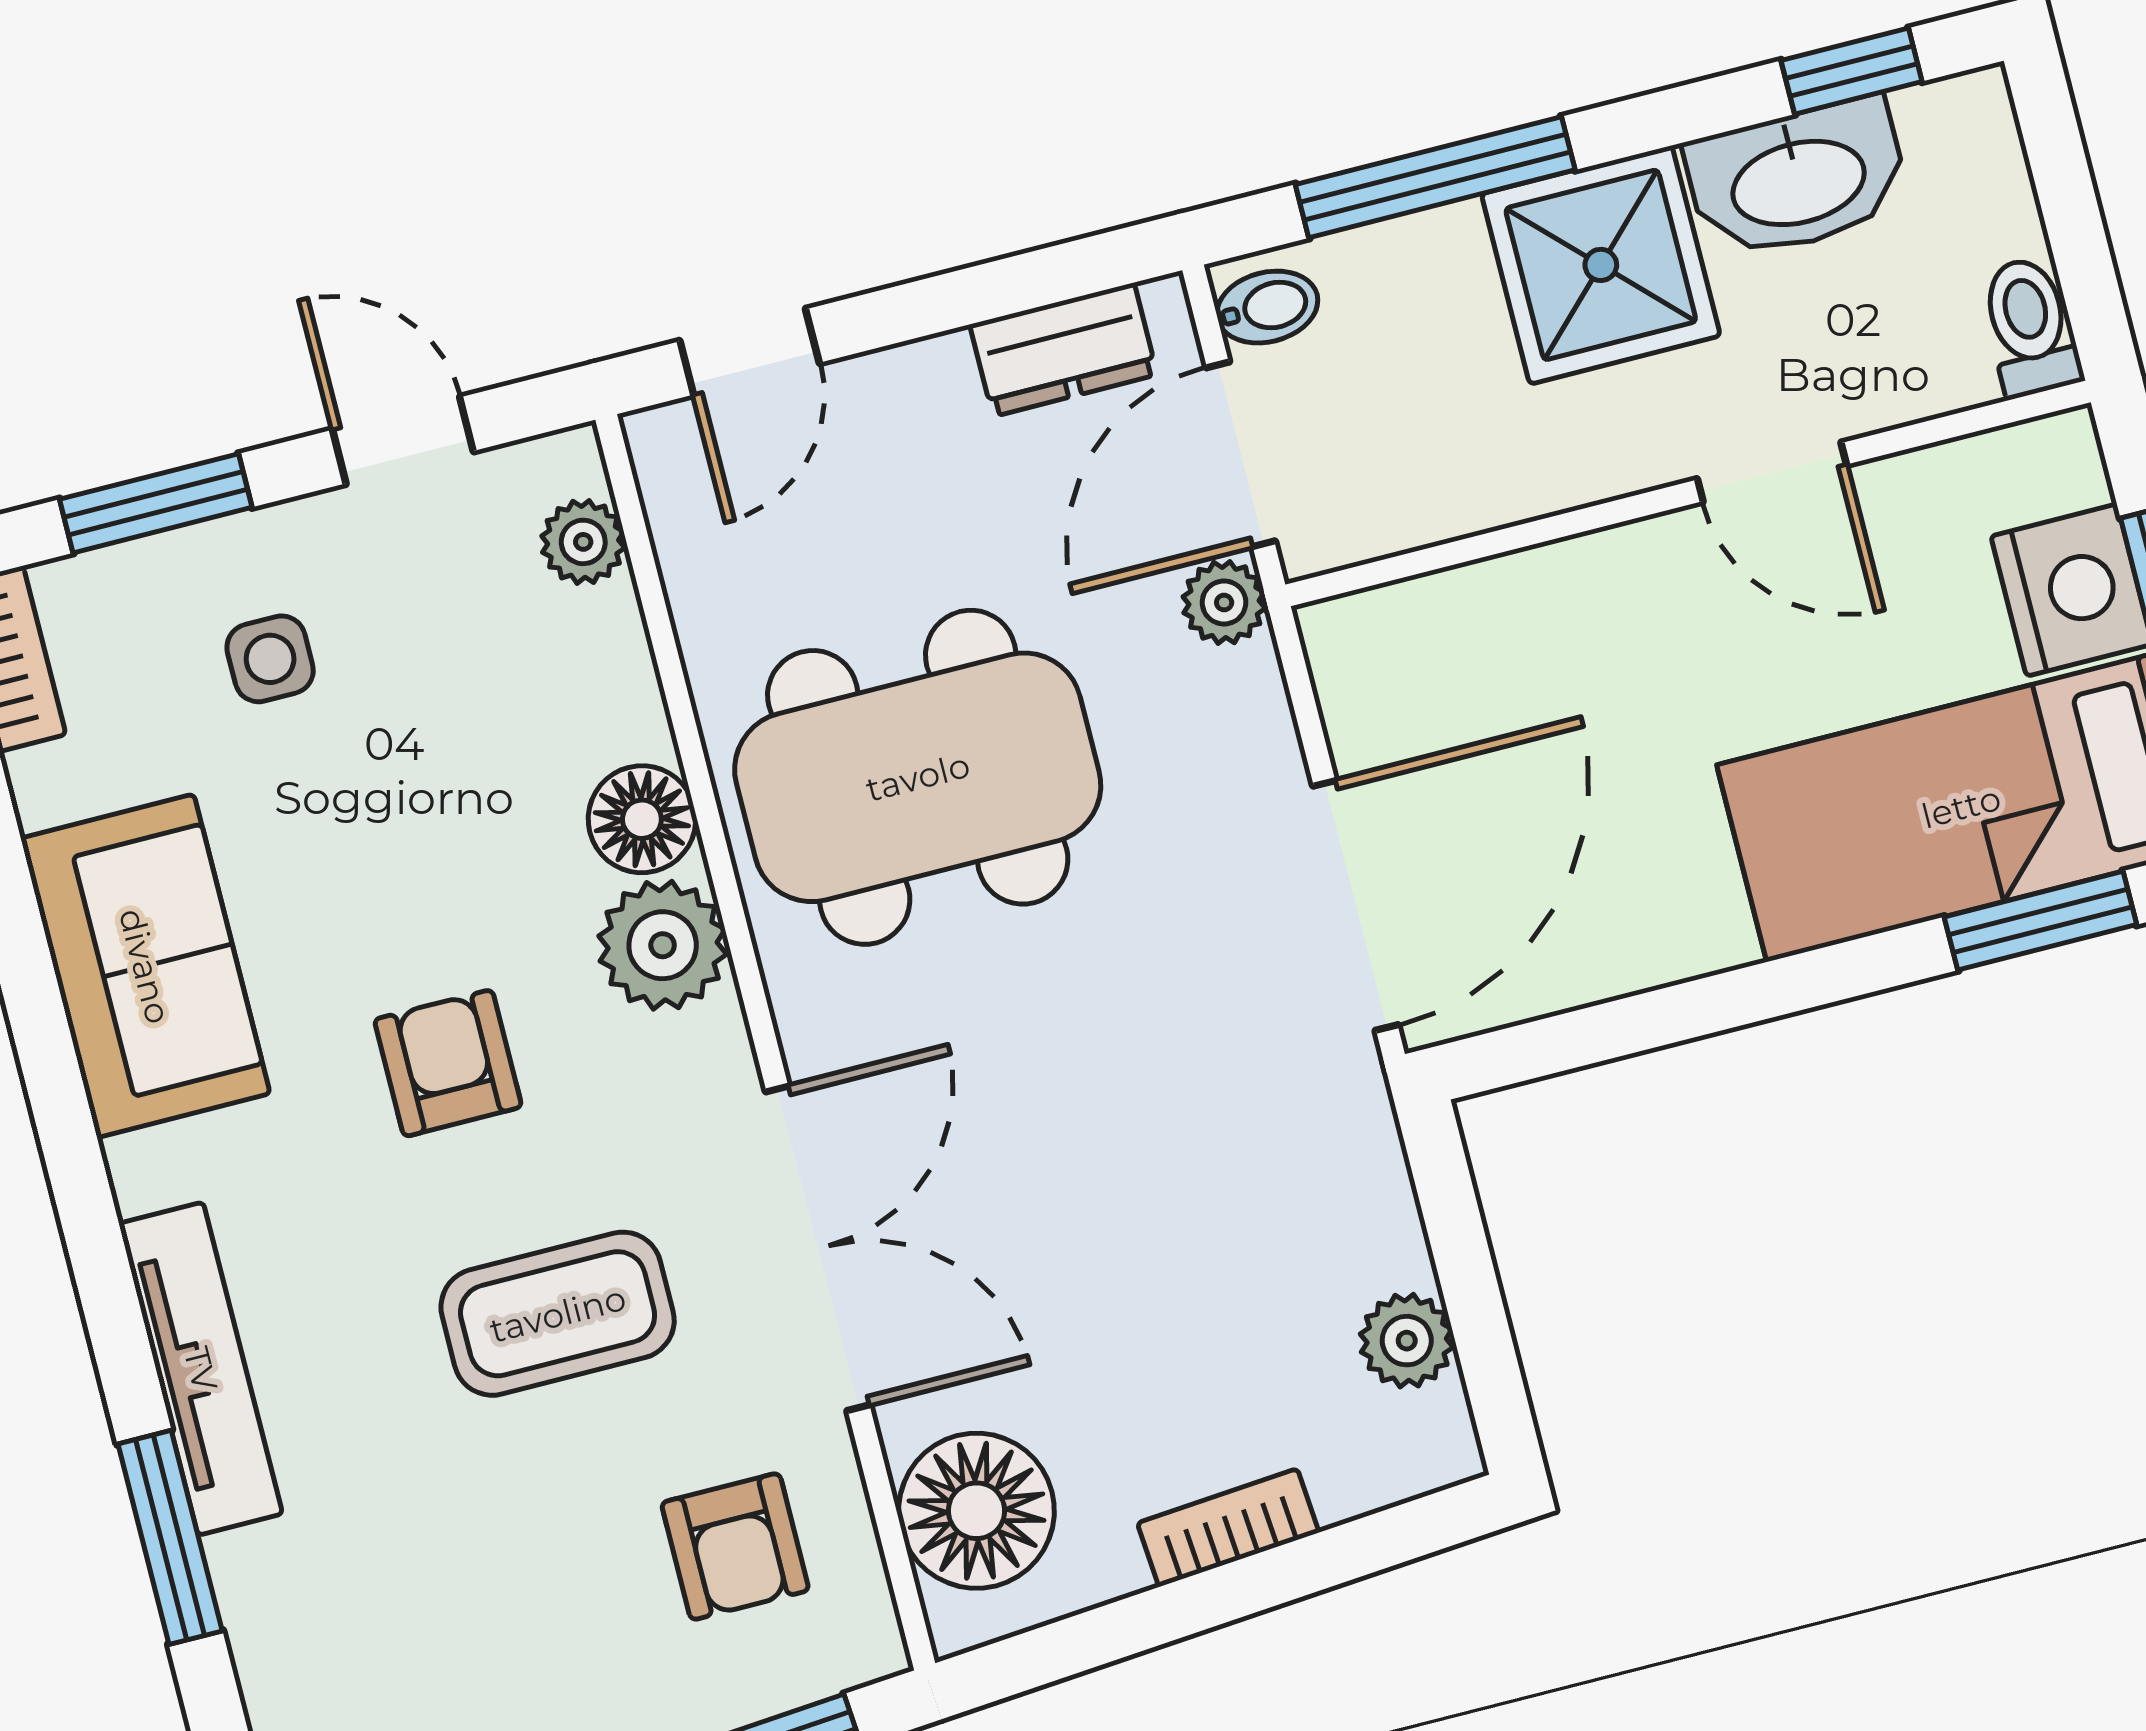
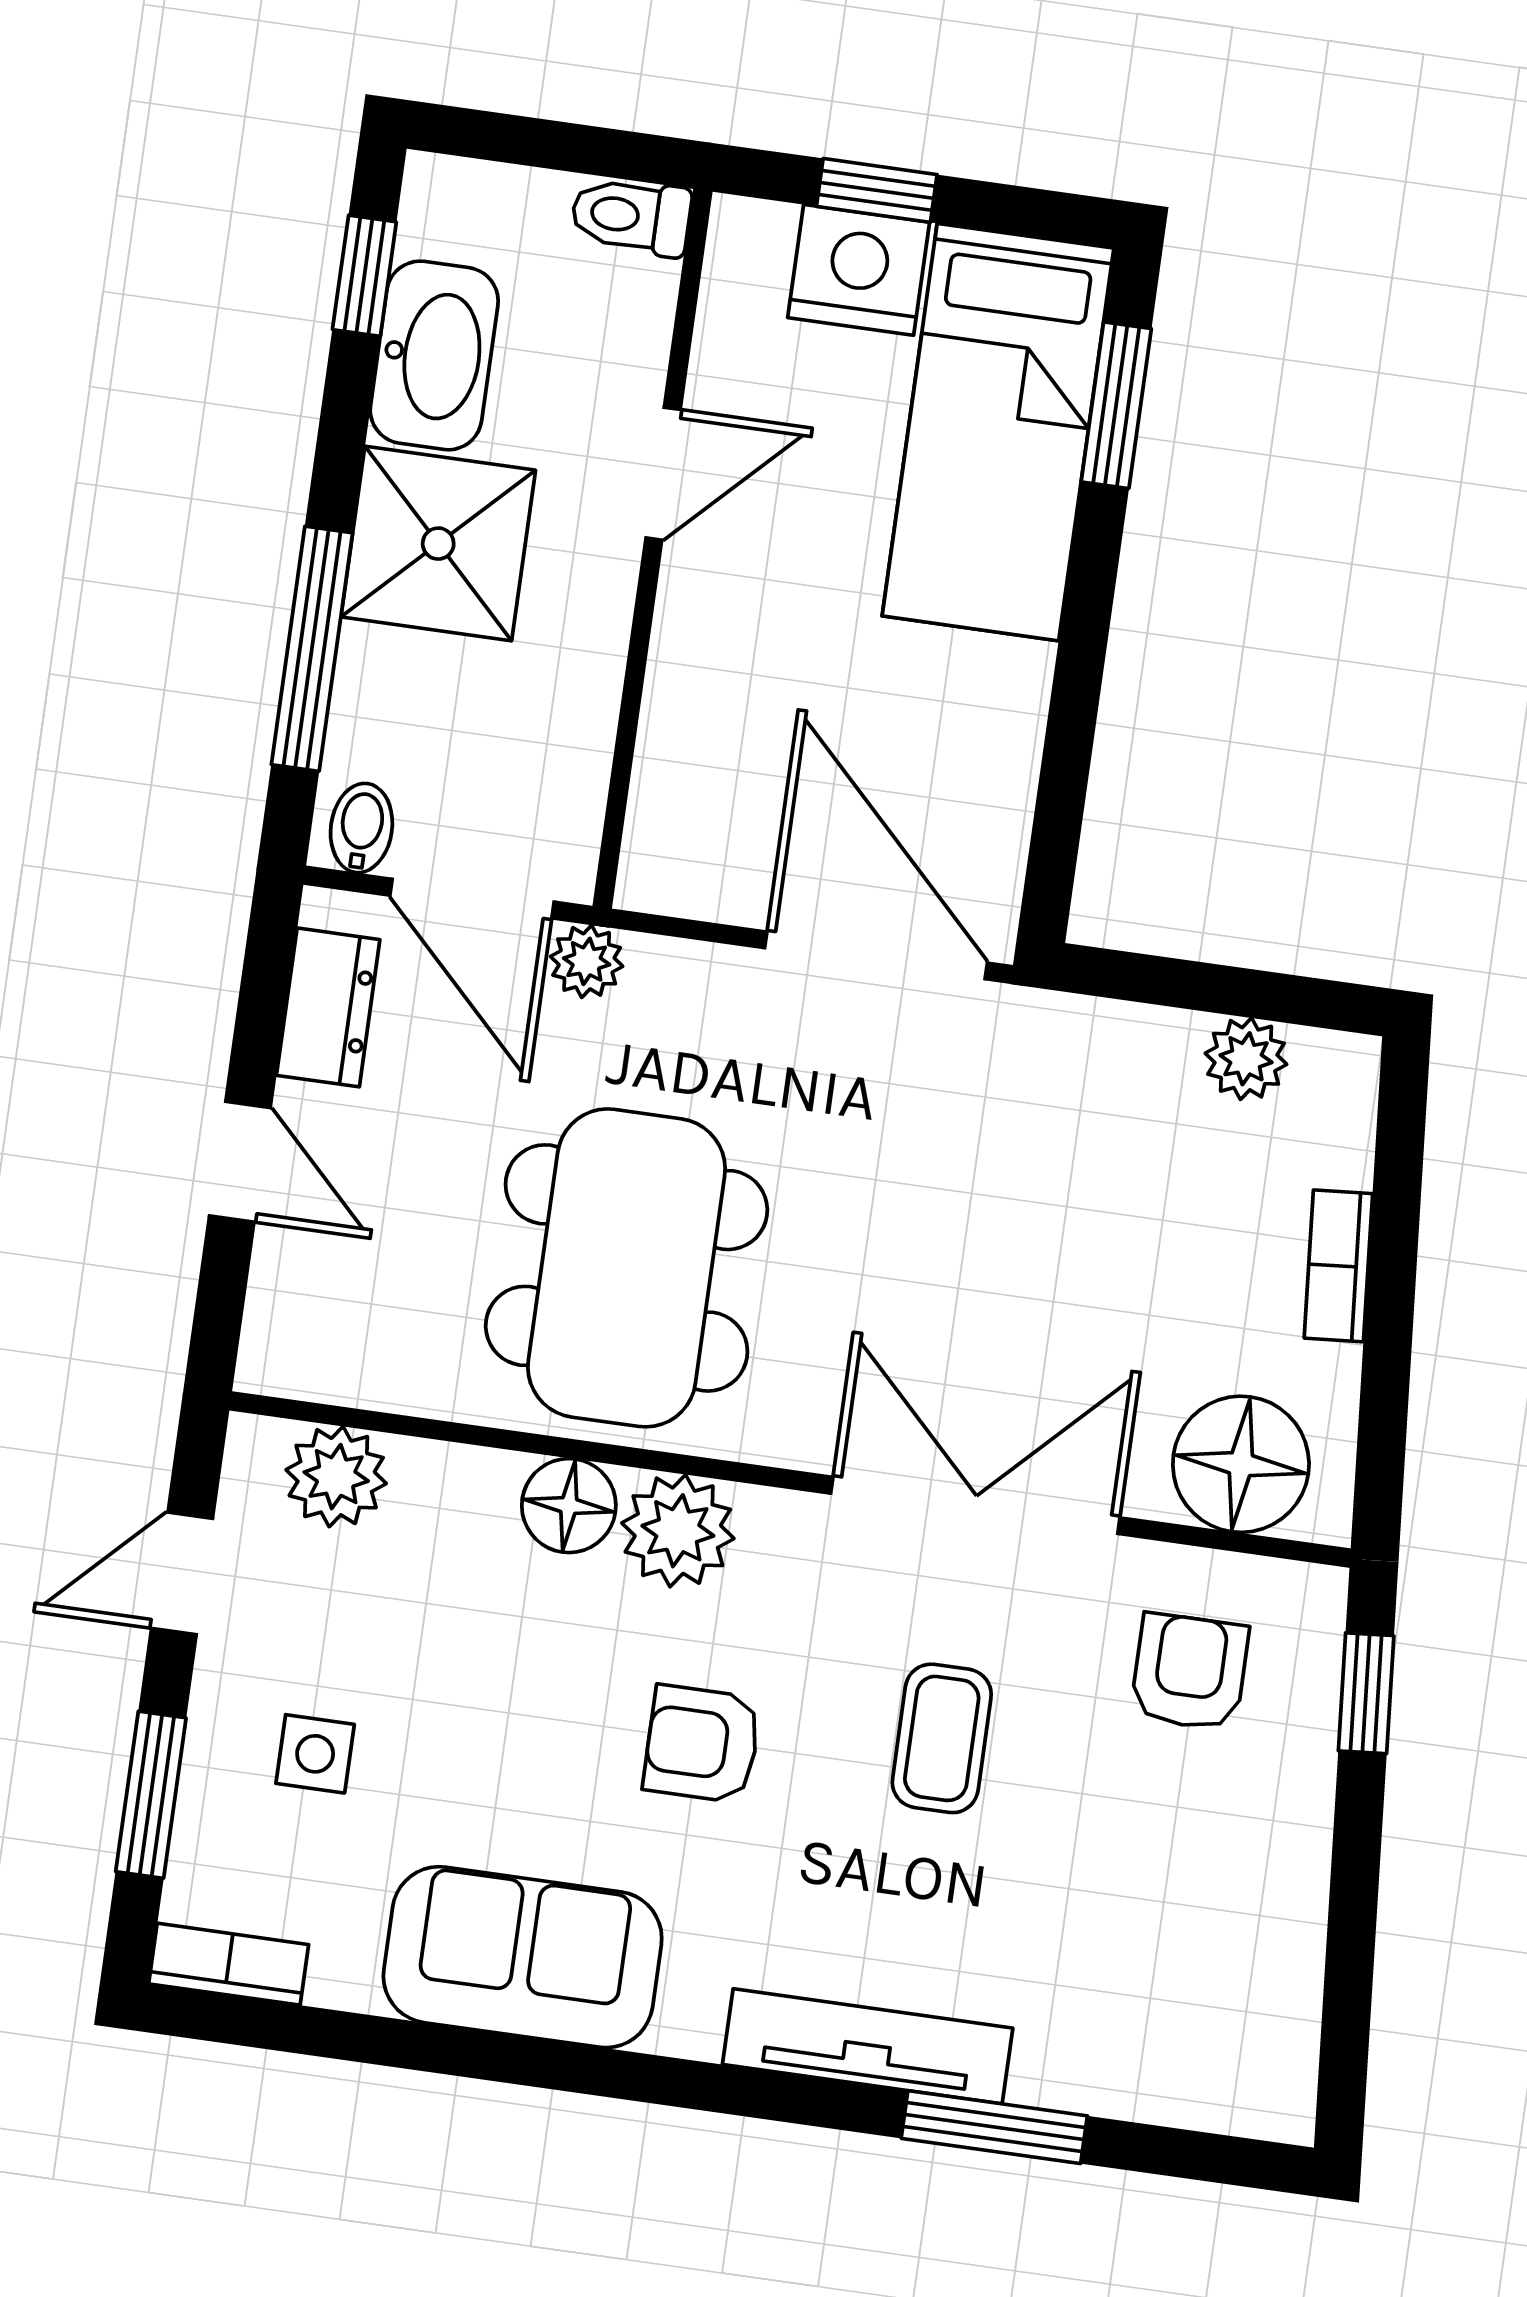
door: (750, 352) -> (240, 1162), moved
plant: (583, 542) -> (336, 1477), width x1.38, depth x1.38
coffee table: (558, 1314) -> (942, 1738), width x0.73, depth x0.77
armchair: (735, 1547) -> (1190, 1672), turned -90

